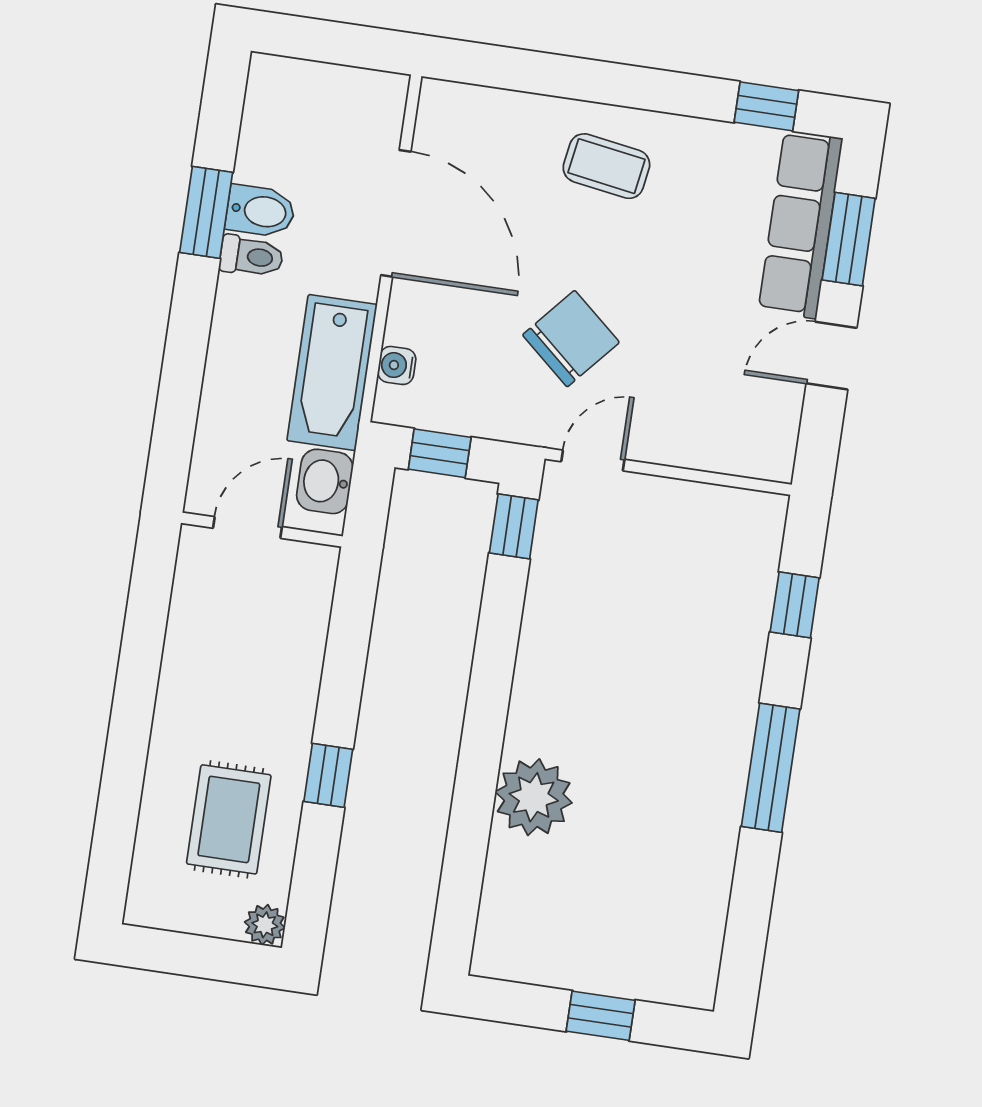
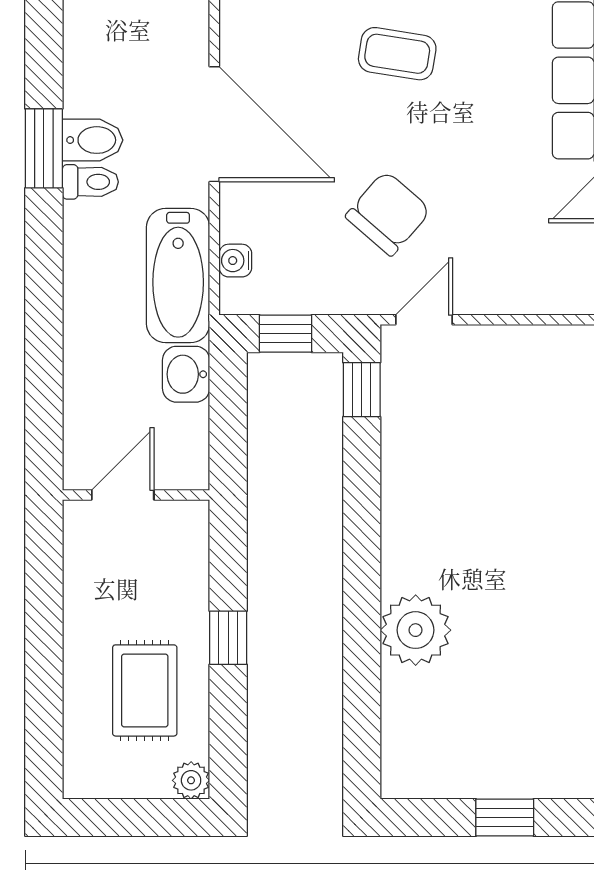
door: (247, 527) -> (123, 495), moved
wall: (262, 530) -> (136, 495), moved

